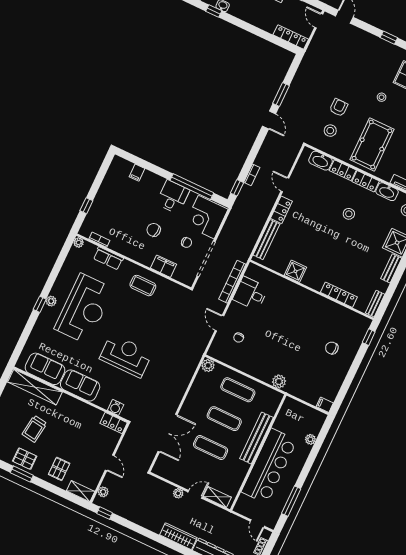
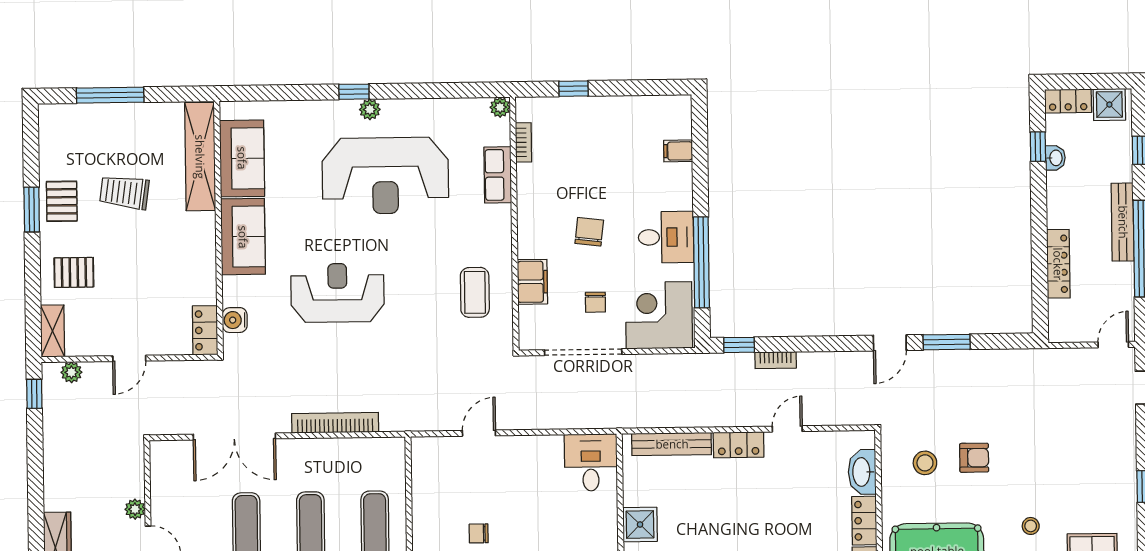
locker: (291, 37) -> (1058, 264), moved
bookcase: (232, 282) -> (335, 423), moved
coffee table: (143, 286) -> (475, 292), moved
desk: (250, 294) -> (591, 462), moved
chair: (239, 338) -> (479, 533), moved
reception desk: (126, 356) -> (337, 293), turned -90
plant: (208, 365) -> (392, 450), removed

